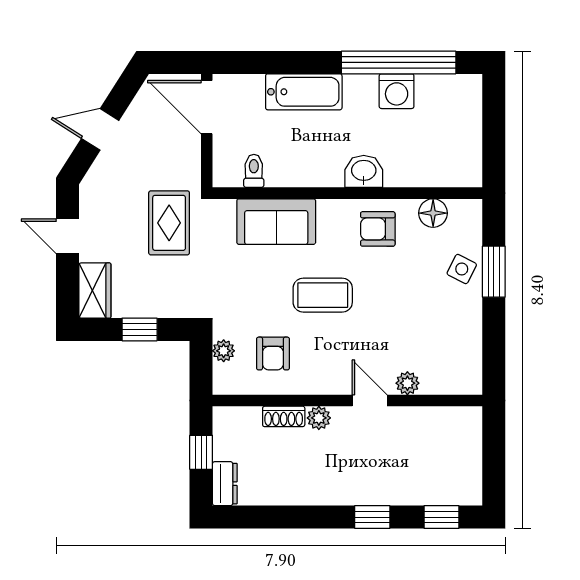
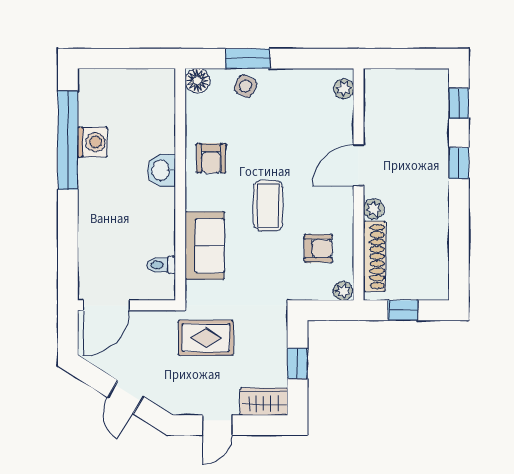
bathtub: (304, 92) -> (93, 222), removed
floor lamp: (433, 213) -> (197, 81), moved
plant: (224, 351) -> (343, 291), moved
plant: (407, 383) -> (344, 89), moved
door: (370, 401) -> (359, 165), width x1.37
shoe rack: (284, 416) -> (374, 256), width x1.94, depth x1.24
dresser: (225, 484) -> (430, 290), removed

